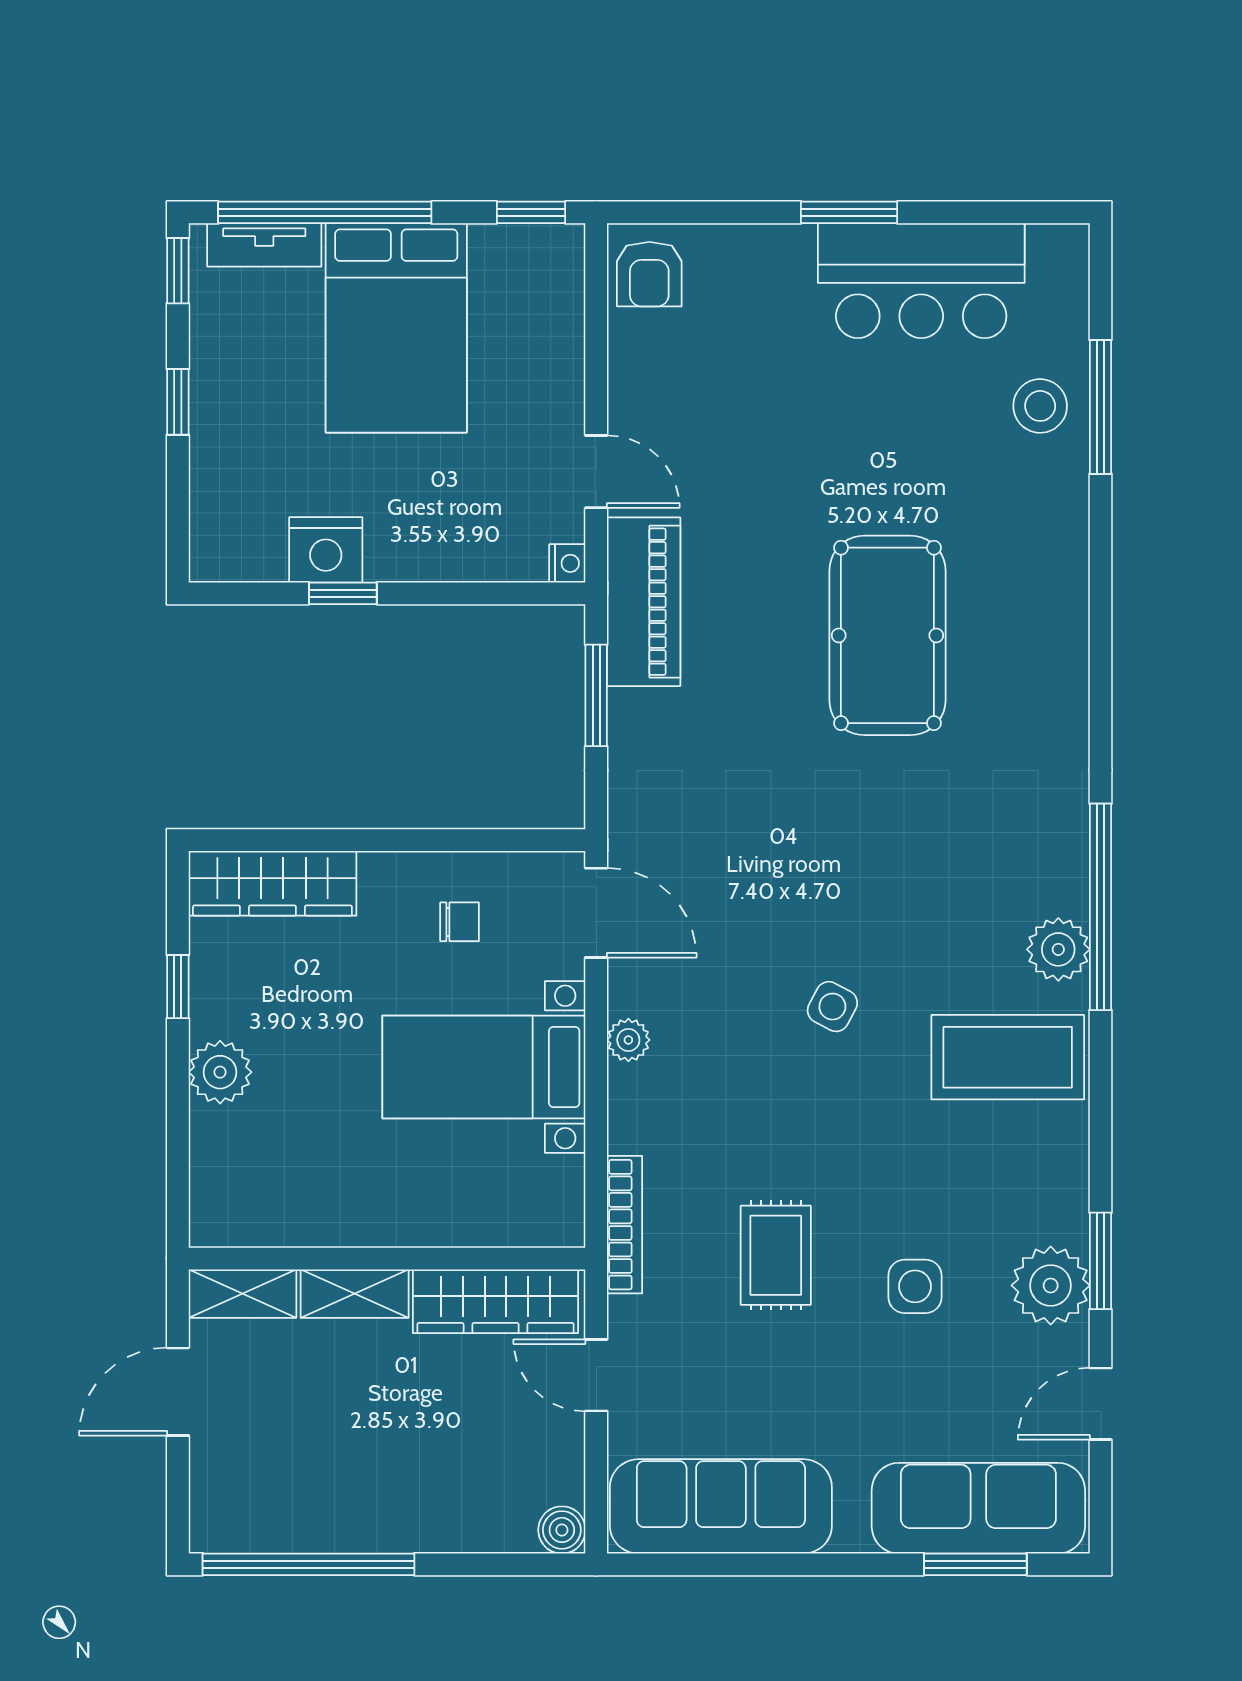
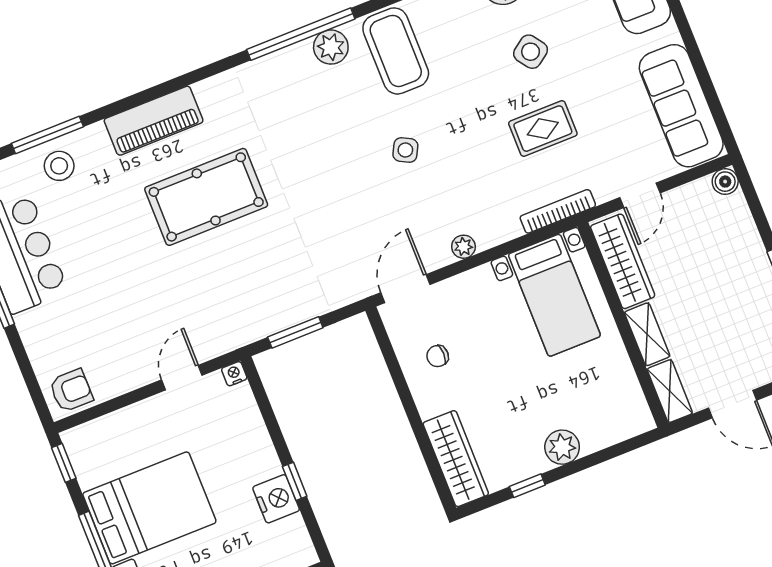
piano: (644, 602) -> (154, 121), moved, turned 180
chair: (460, 922) -> (438, 356), turned -90
bed with nightstands: (484, 1067) -> (554, 295), moved
side table: (915, 1286) -> (531, 52), turned -36

